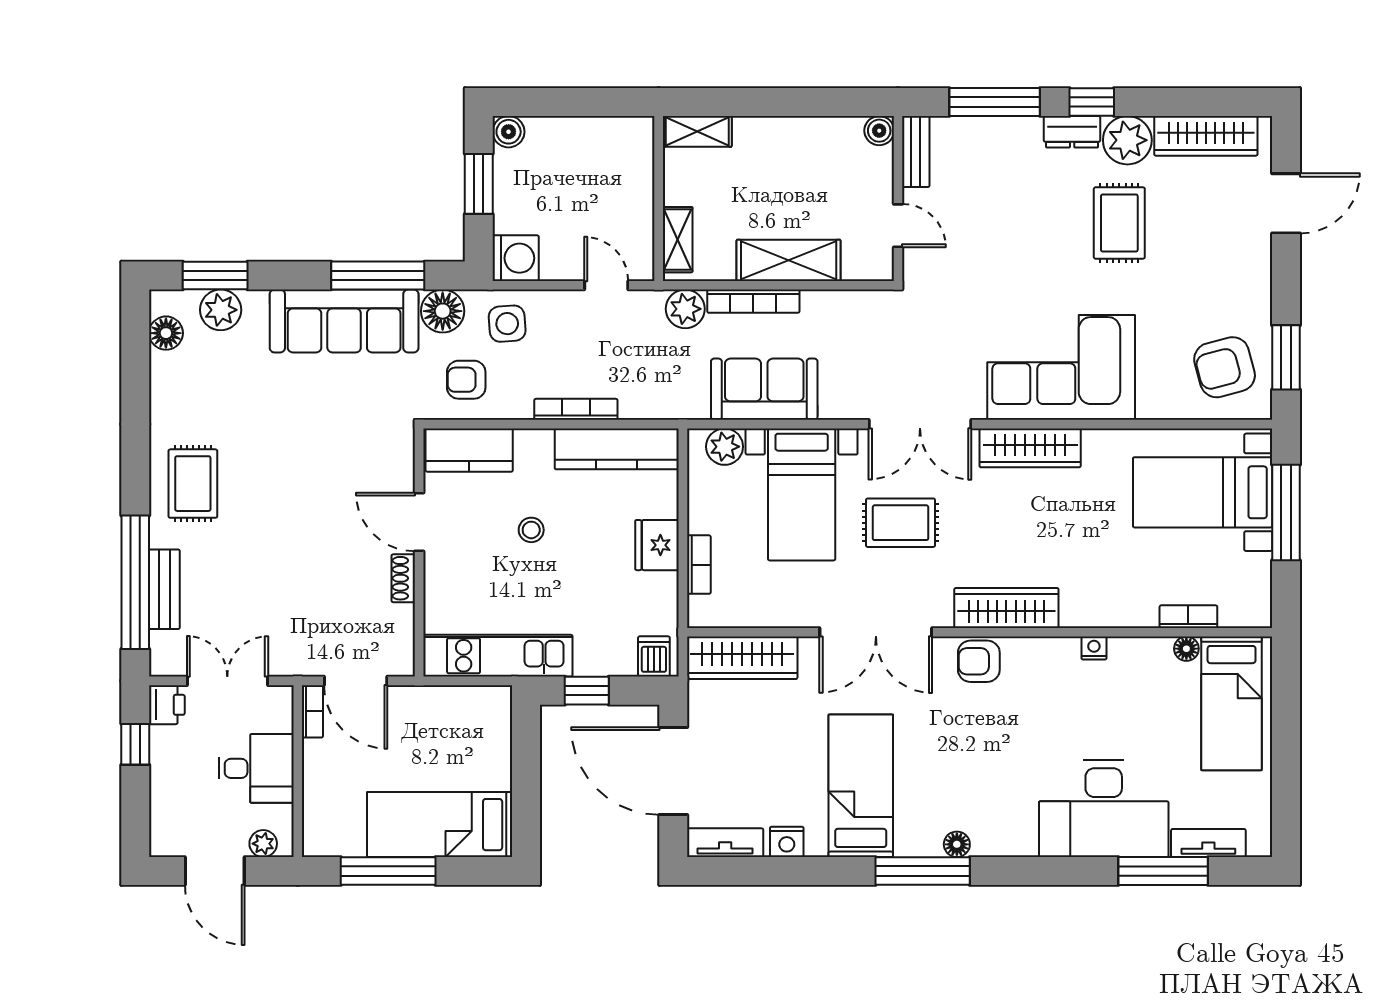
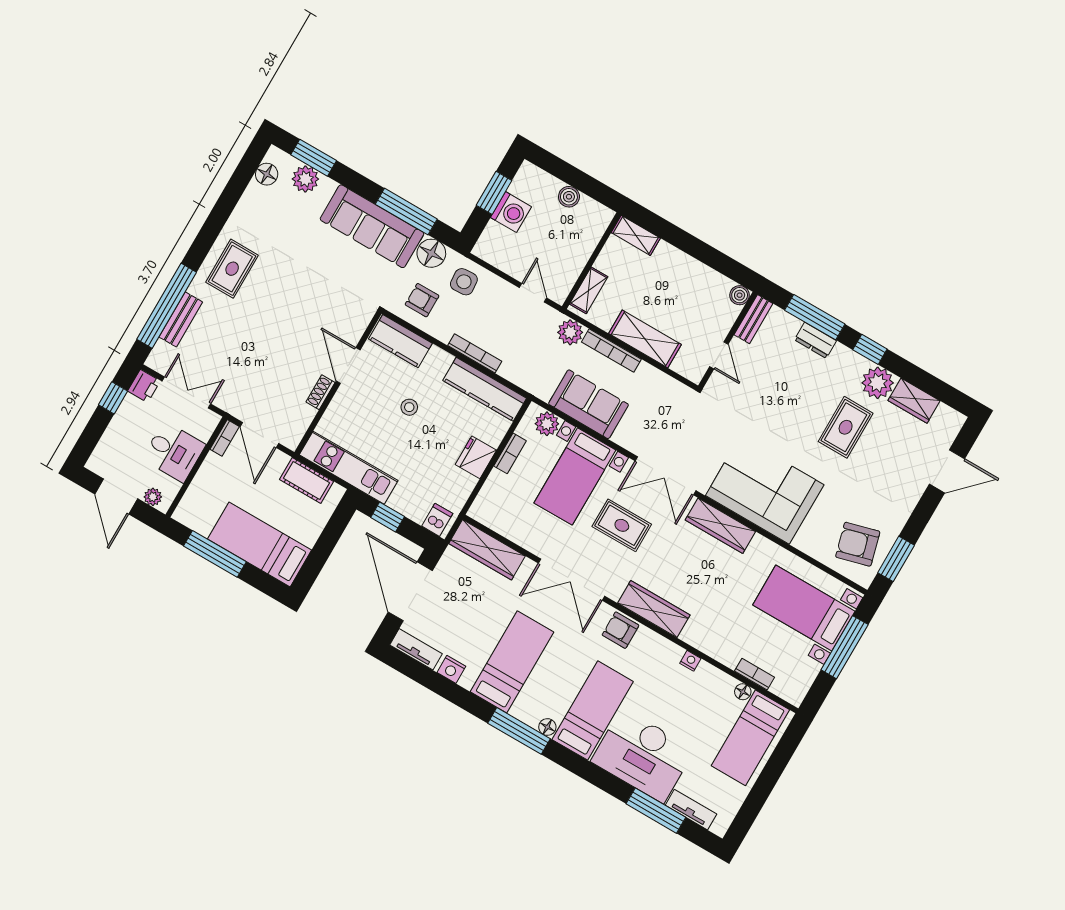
boiler: (509, 132) -> (569, 197), moved
dresser: (1072, 132) -> (815, 340), moved
wardrobe: (1206, 136) -> (914, 401), width x0.67
washing machine: (516, 258) -> (511, 212), moved
bookcase: (699, 565) -> (510, 453), moved
cot: (452, 705) -> (306, 480), added
bed: (1004, 788) -> (593, 710), added

